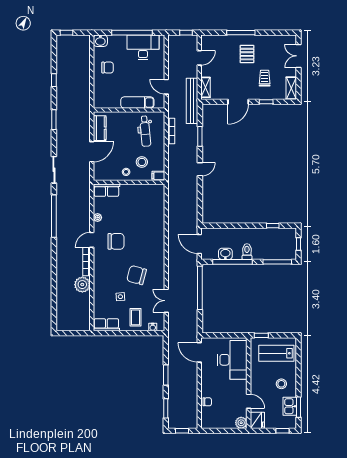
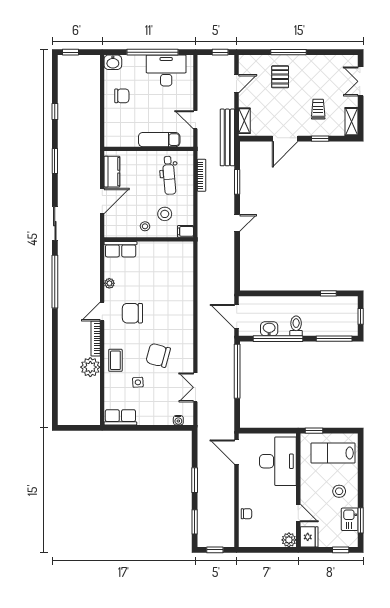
pallet: (247, 54) -> (280, 77), moved
chair: (116, 241) -> (132, 313), turned 180
coffee table: (136, 317) -> (115, 360), moved

